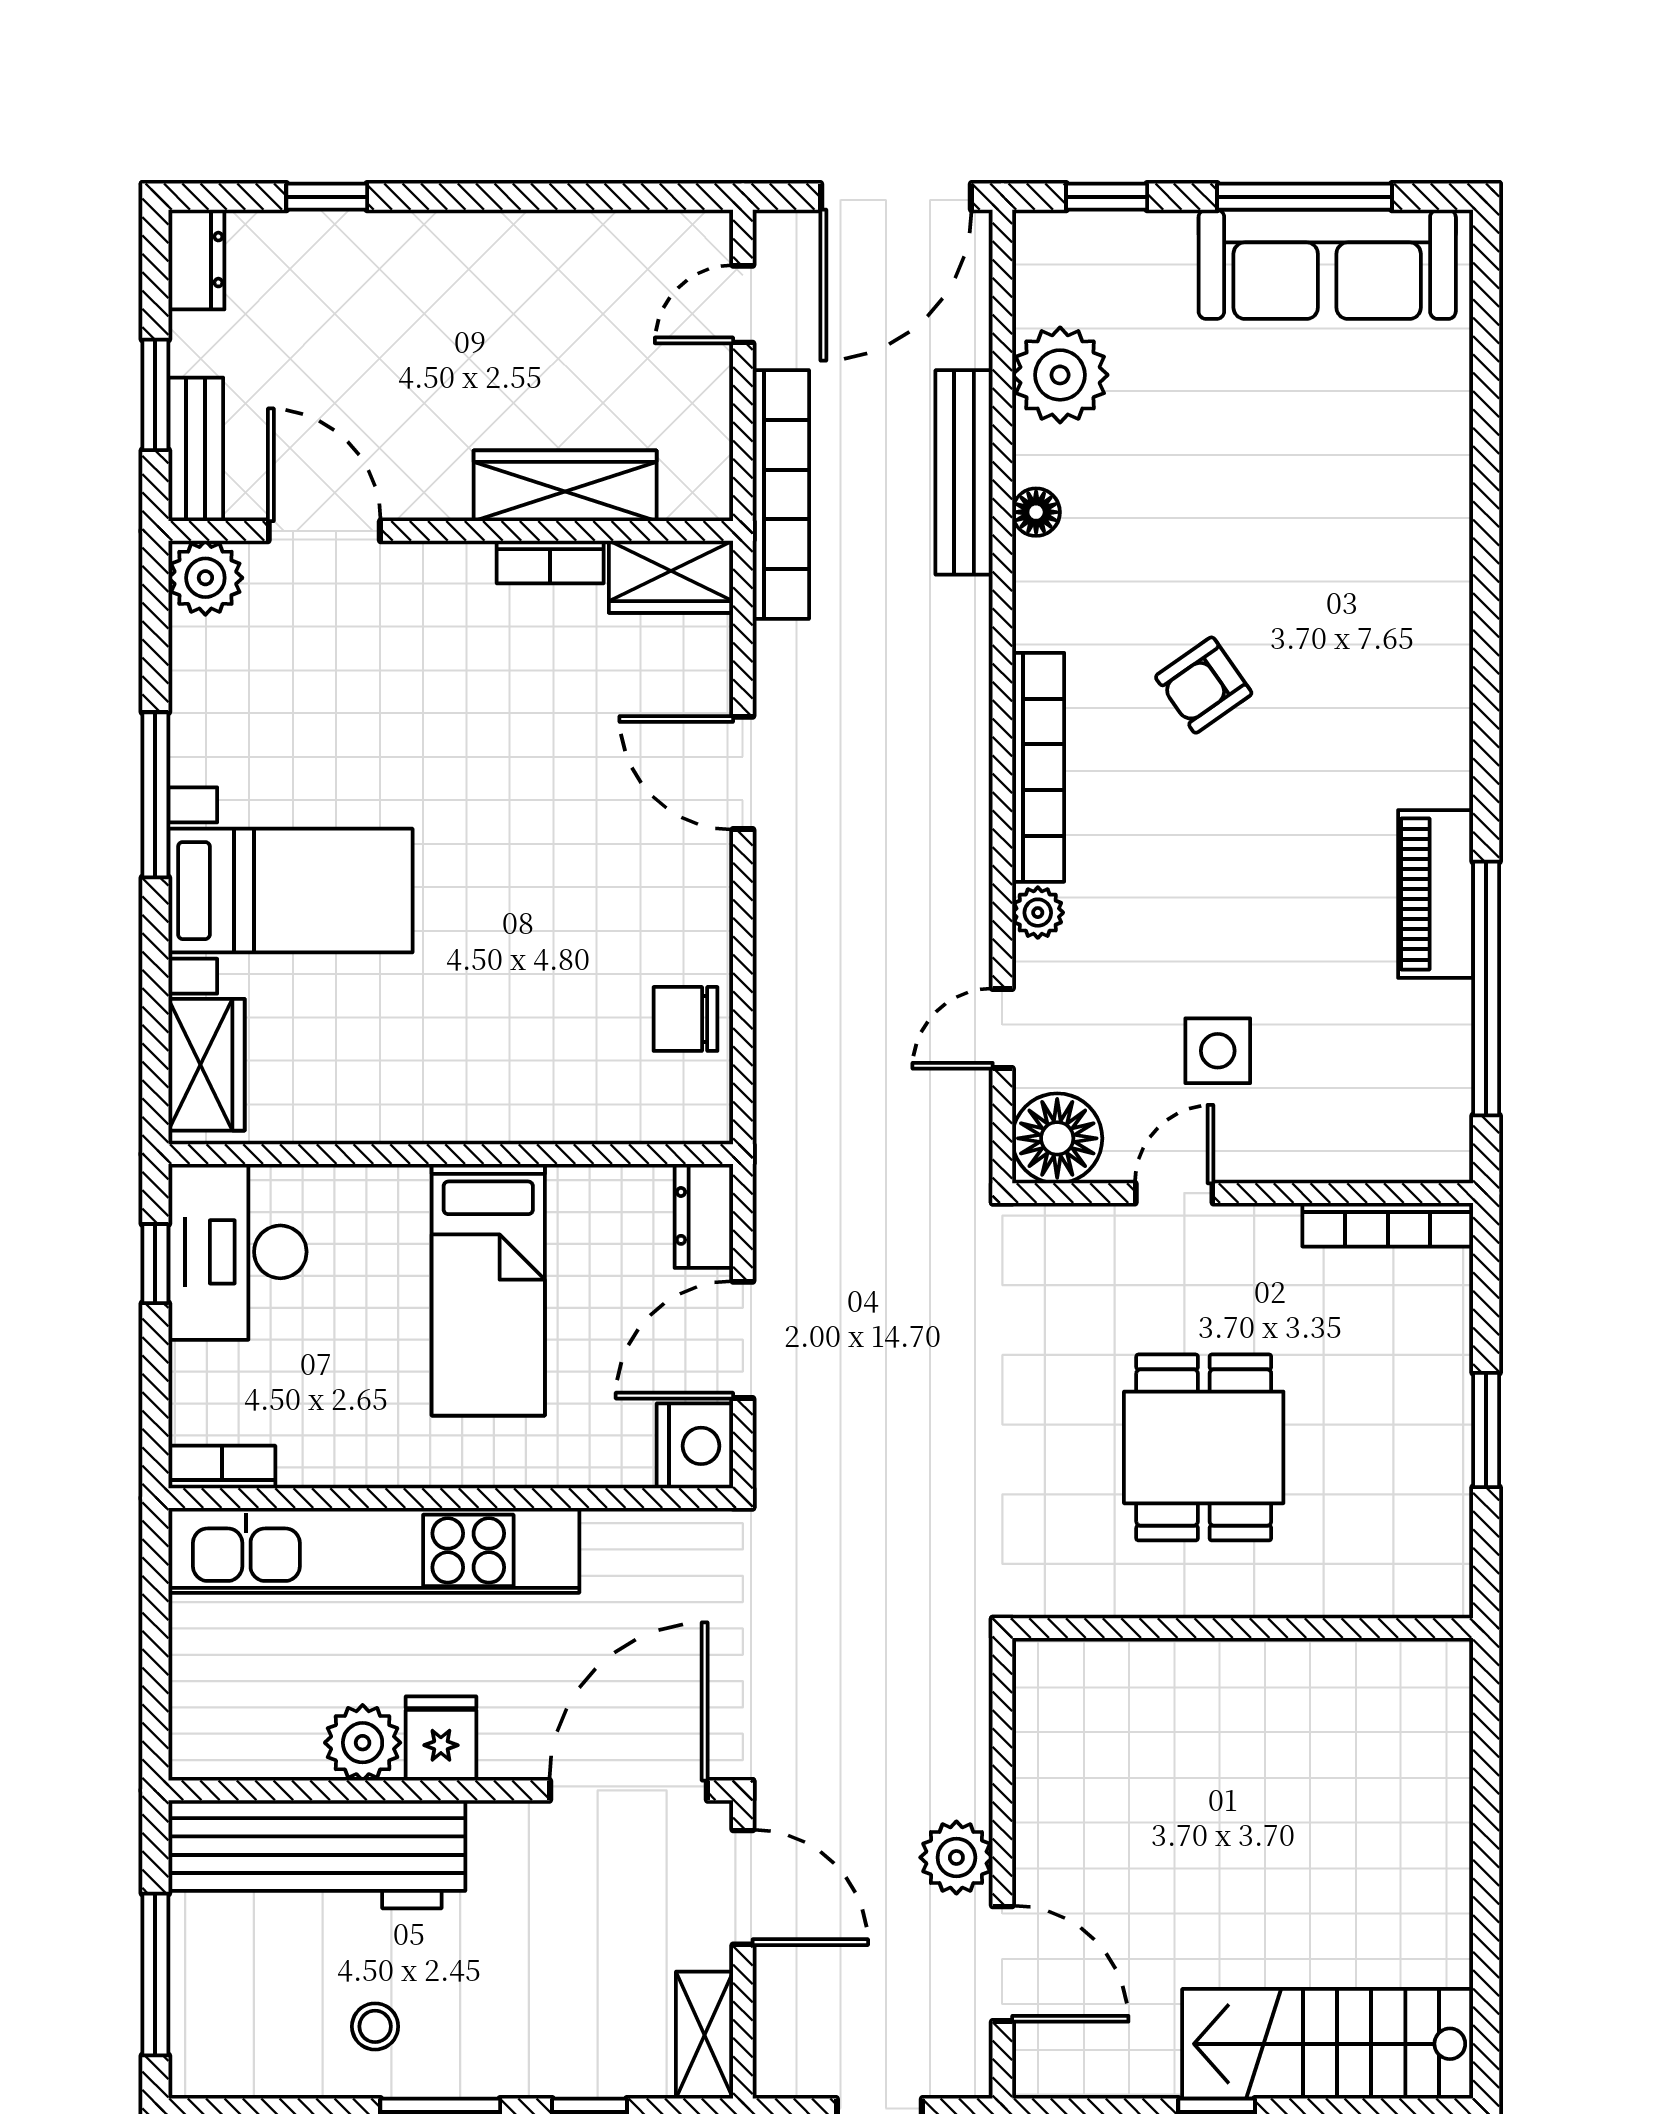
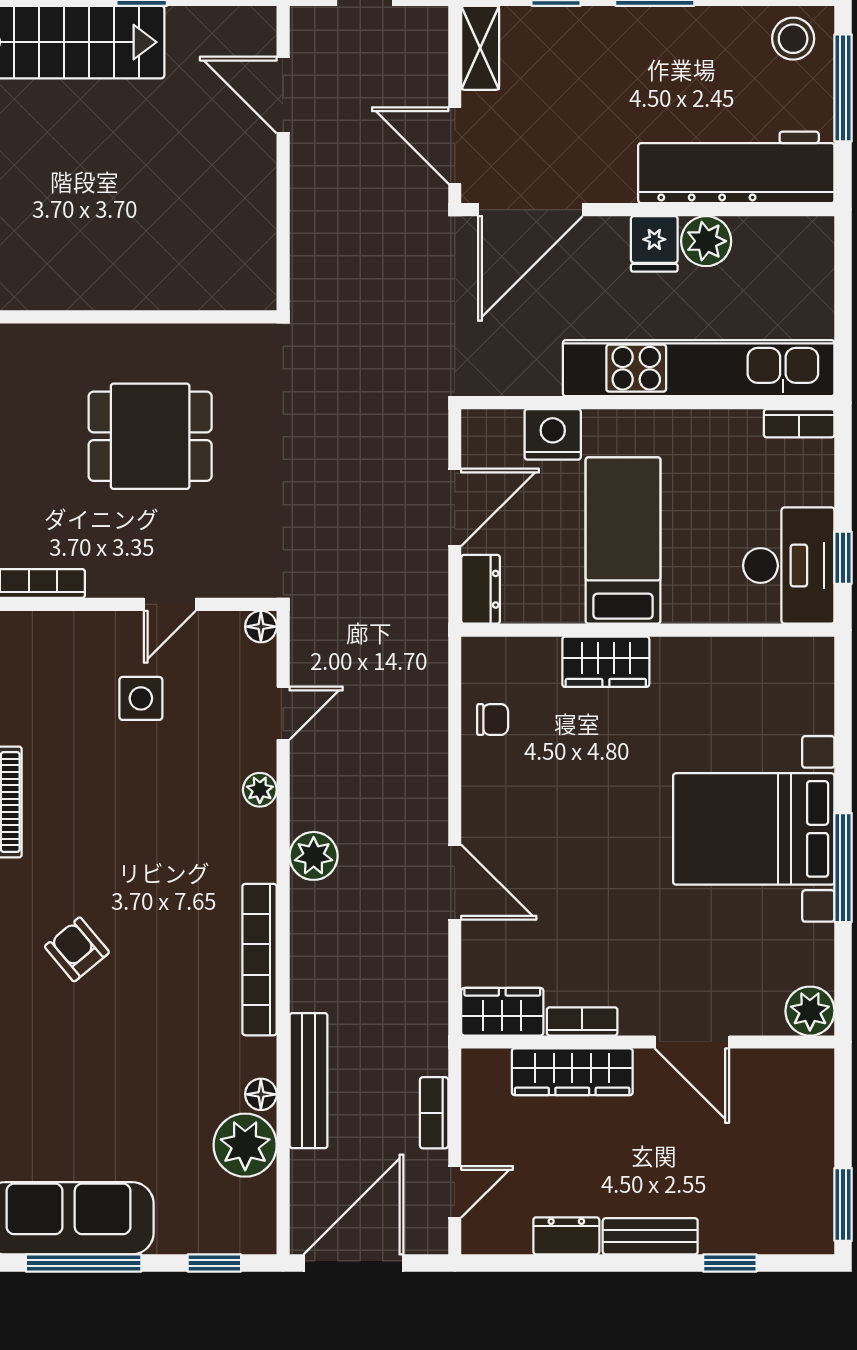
dresser: (196, 260) -> (566, 1236), moved, turned 90
window: (155, 395) -> (843, 1204), moved
bench: (196, 449) -> (650, 1236), moved, turned 90
bookcase: (781, 495) -> (434, 1113), width x0.43, depth x0.76
floor lamp: (1036, 512) -> (261, 1094), moved
door: (324, 531) -> (692, 1042), moved
armchair: (1204, 685) -> (77, 949), moved, turned -95
bookcase: (1038, 767) -> (260, 960), moved
bed with nightstands: (290, 891) -> (754, 829), width x1.36
chair: (686, 1019) -> (493, 719), width x0.73, depth x0.73
wardrobe: (206, 1065) -> (606, 662), moved, turned -90
floor lamp: (1057, 1138) -> (261, 627), width x0.53, depth x0.53
nightstand: (695, 1446) -> (553, 434), moved, turned 90
dining table: (1204, 1447) -> (150, 436), turned 90
plant: (956, 1857) -> (314, 856), moved
stool: (375, 2026) -> (793, 39), moved, width x1.37, depth x1.37

